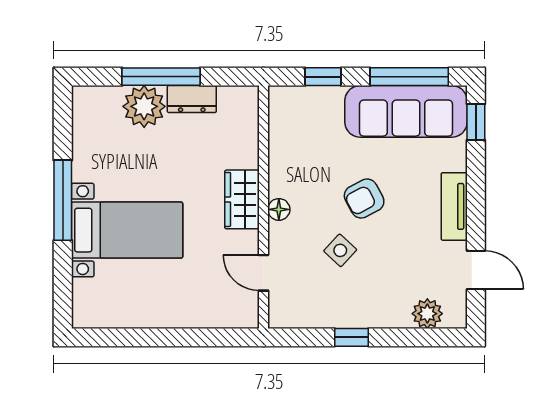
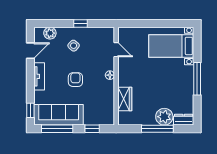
dresser: (192, 99) -> (184, 120), moved
armchair: (364, 198) -> (75, 80), turned -62
wardrobe: (242, 199) -> (125, 99), moved
bed with nightstands: (127, 230) -> (171, 46), moved
side table: (340, 250) -> (74, 46), moved
door: (476, 270) -> (30, 51), swing flipped

